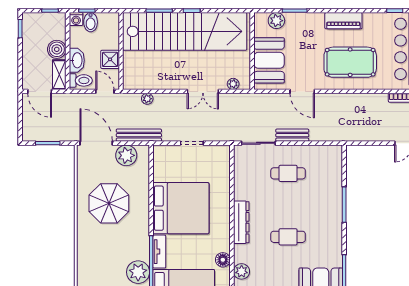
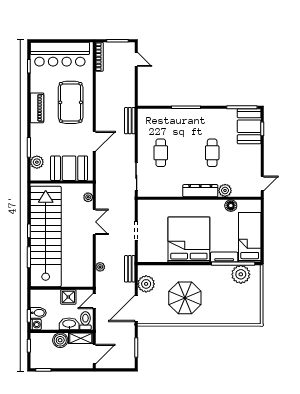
bench: (139, 135) -> (130, 269), width x0.73
bench: (292, 135) -> (130, 121), moved
plant: (242, 271) -> (225, 190), moved

